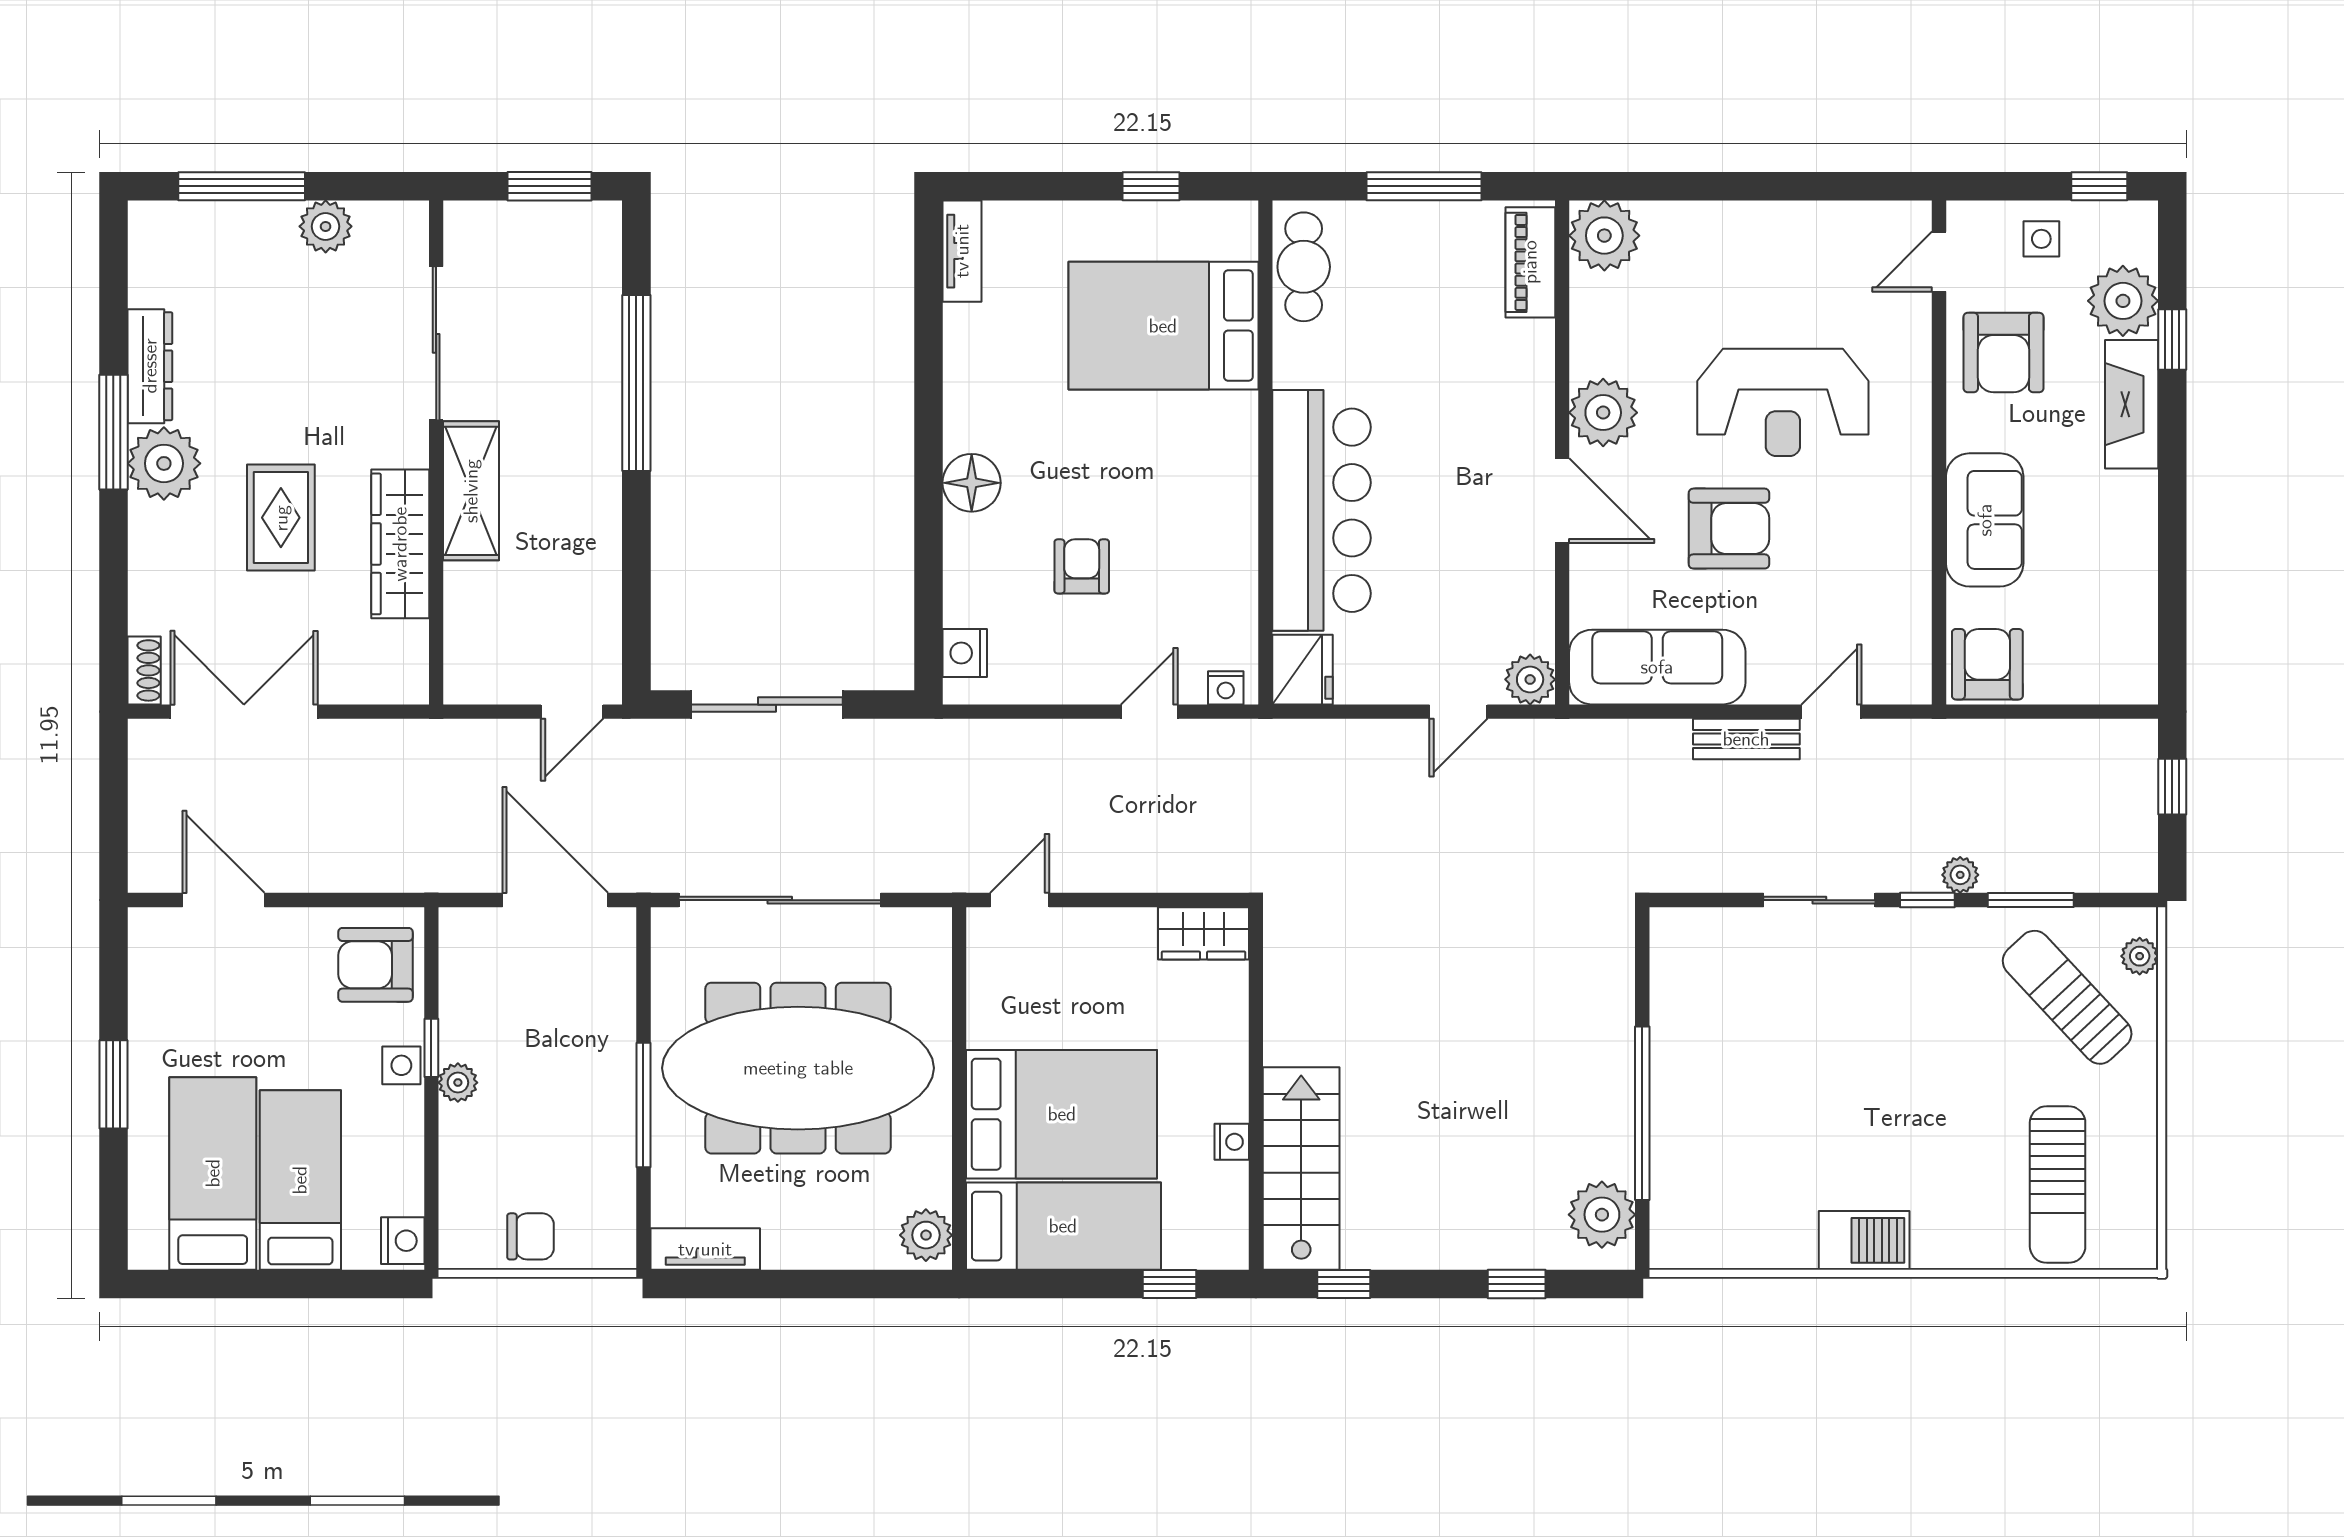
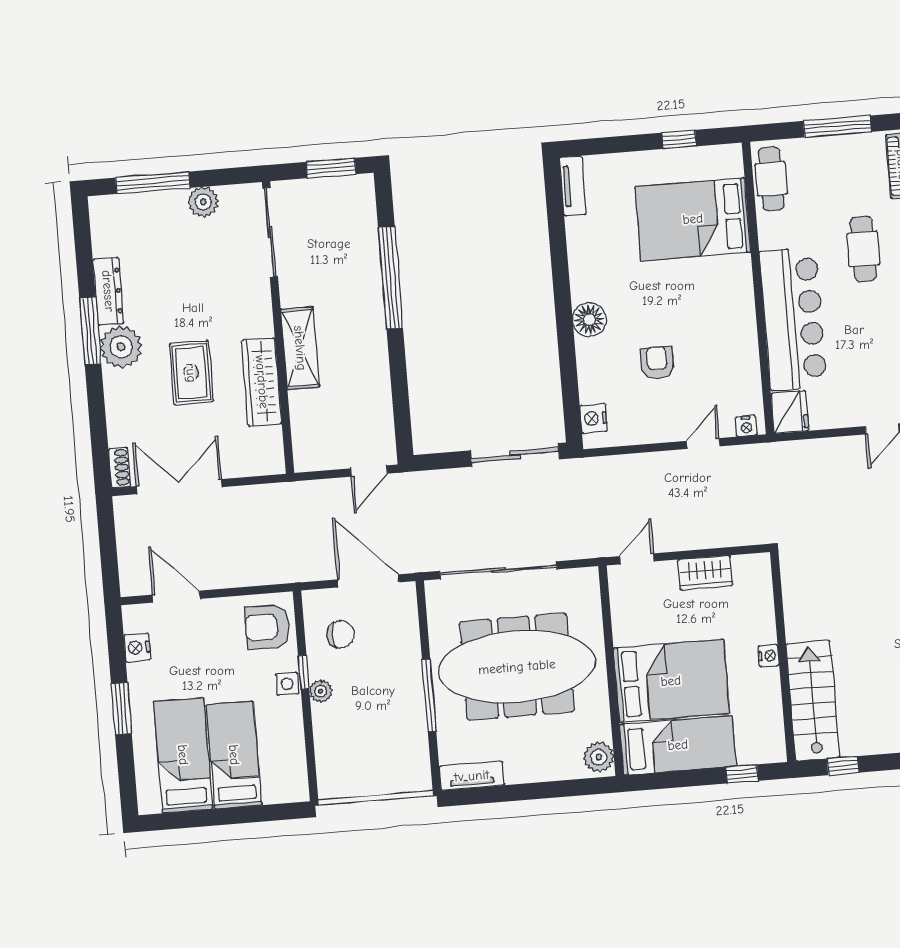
sliding door: (436, 343) -> (270, 232), moved
cafe table: (1452, 400) -> (863, 249), added
sliding door: (767, 705) -> (515, 455), moved
wardrobe: (1204, 933) -> (705, 573), moved
nightstand: (1232, 1142) -> (769, 656), moved
chair: (530, 1236) -> (341, 634), moved
nightstand: (403, 1241) -> (137, 648), moved, turned 180

